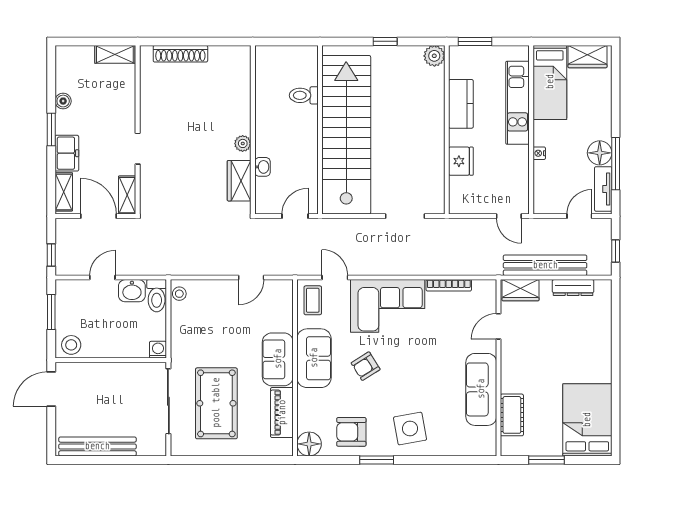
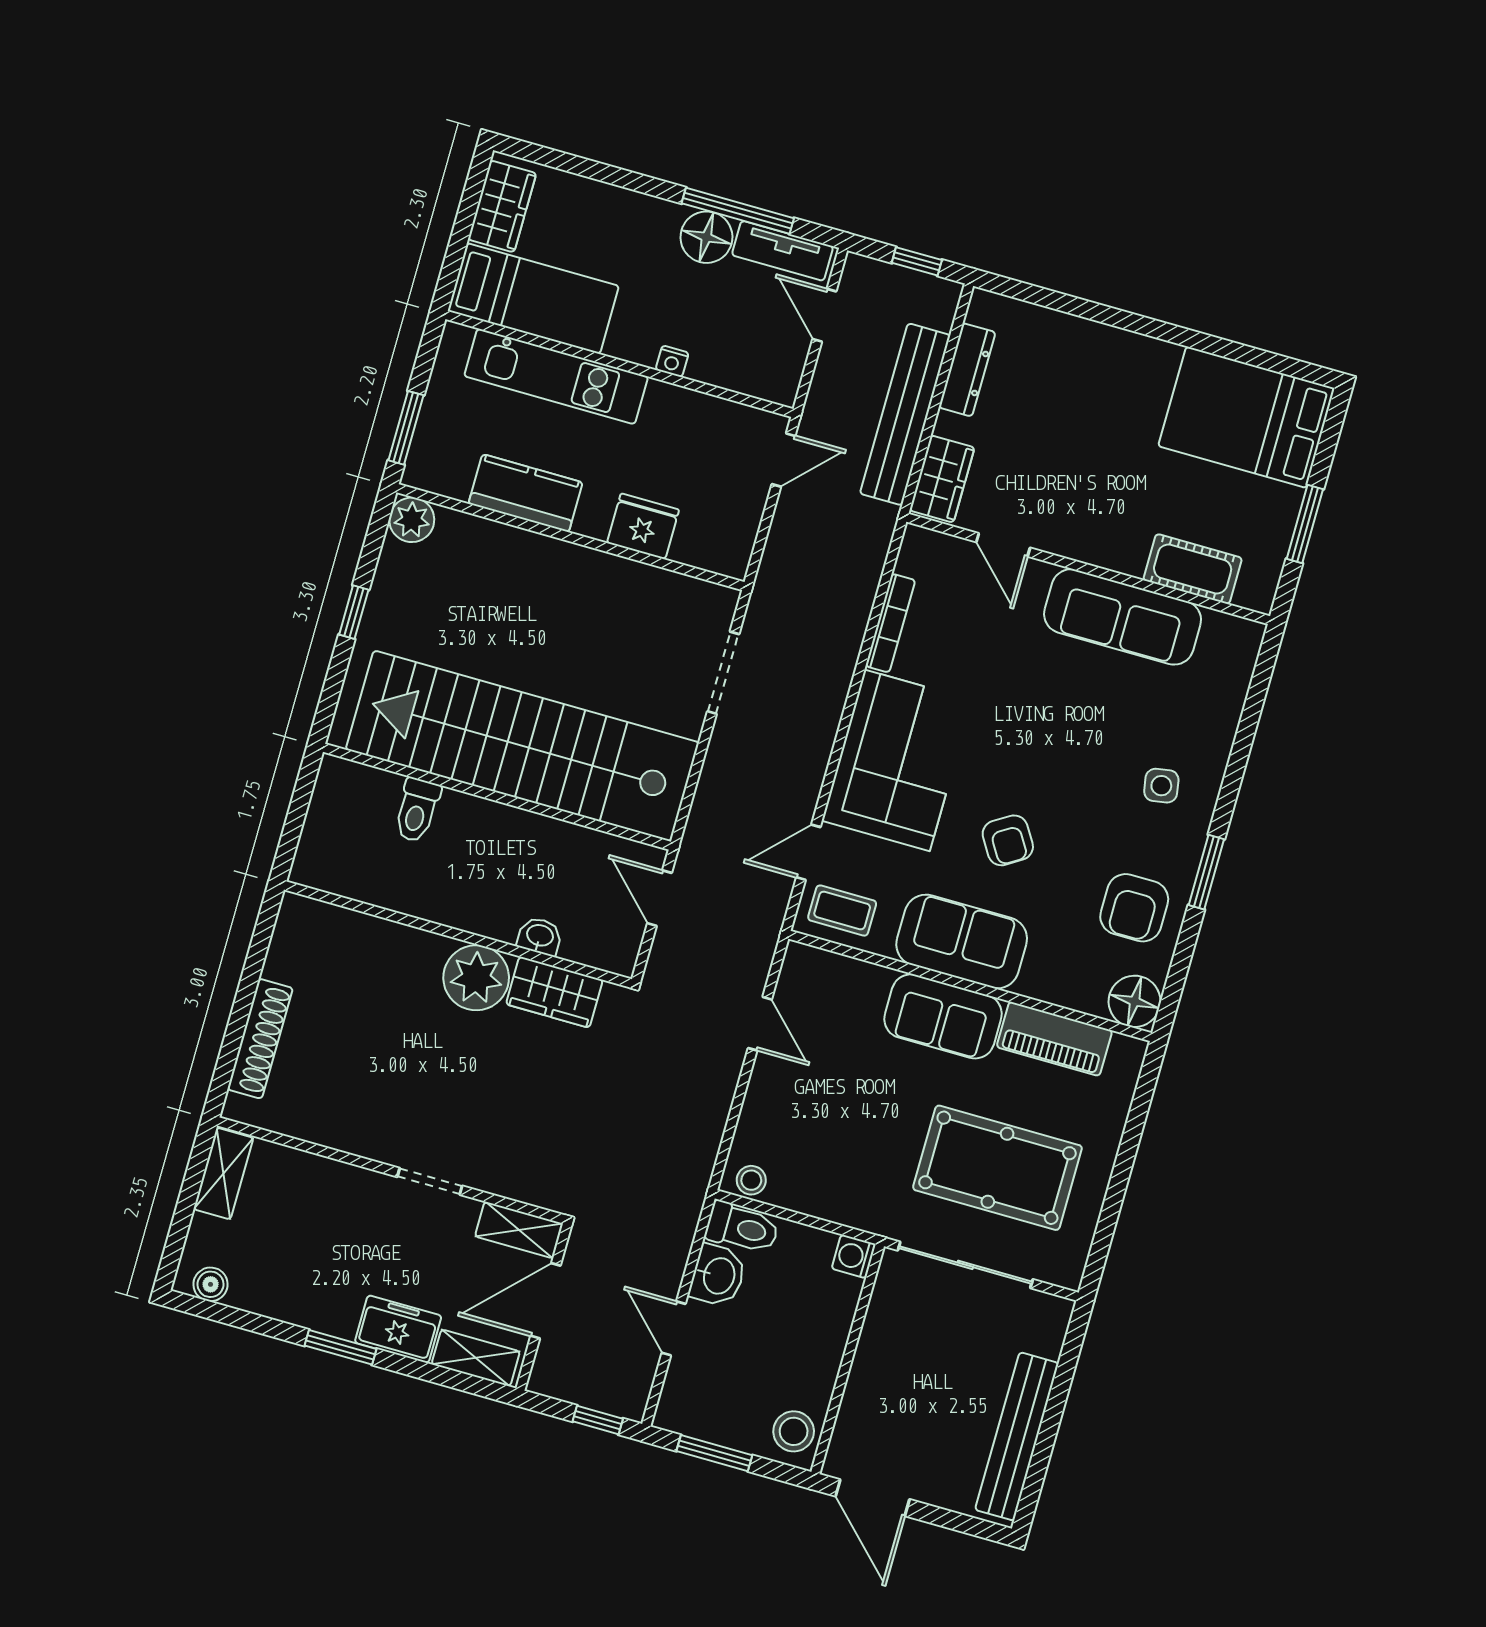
boiler: (63, 101) -> (211, 1284), moved
plant: (243, 143) -> (476, 978), width x1.87, depth x1.87
side table: (410, 429) -> (1161, 786), width x0.54, depth x0.54

